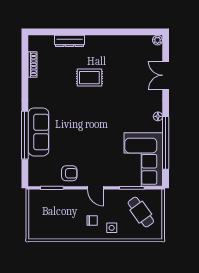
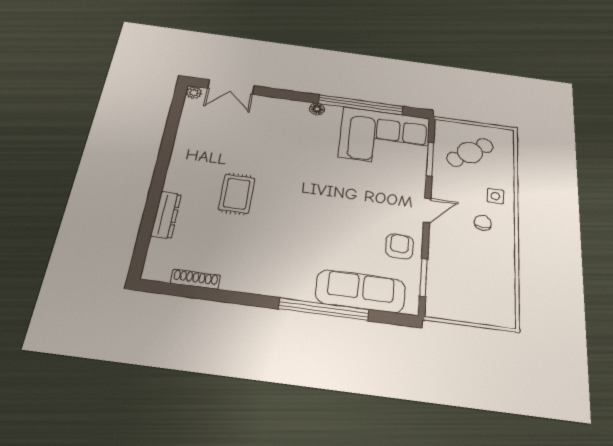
double door: (166, 75) -> (231, 87), moved
sofa: (38, 132) -> (360, 291), moved

